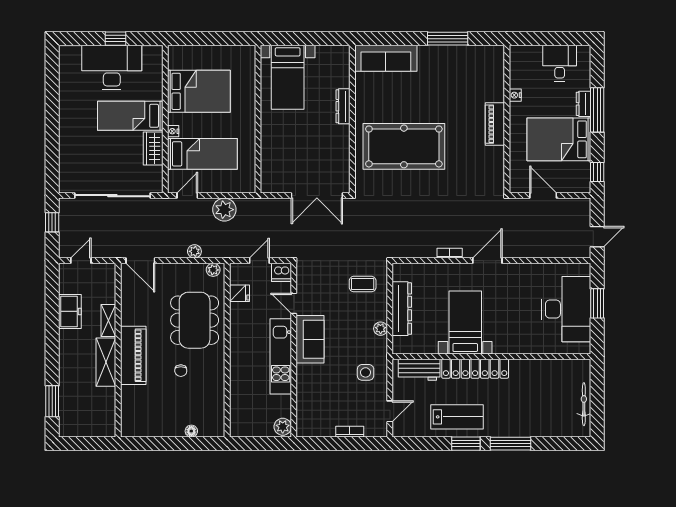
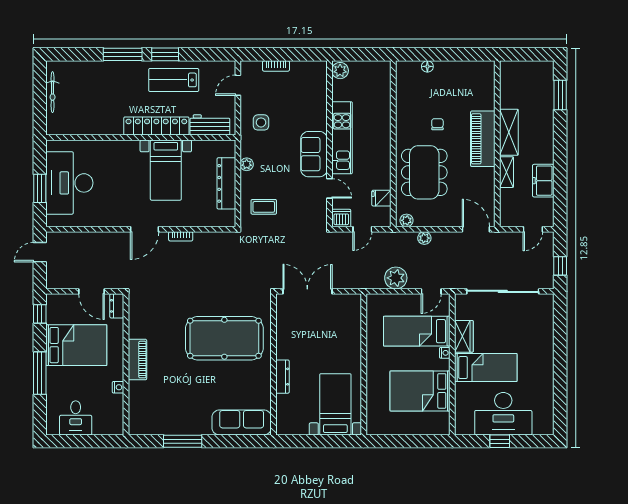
dresser: (584, 104) -> (117, 306), moved, turned 180

